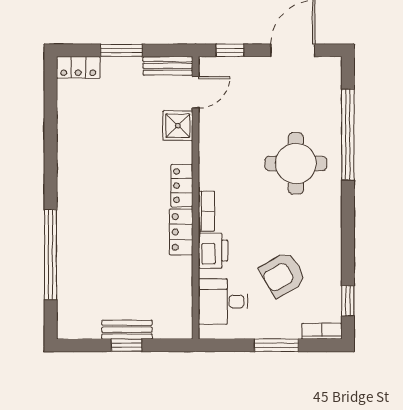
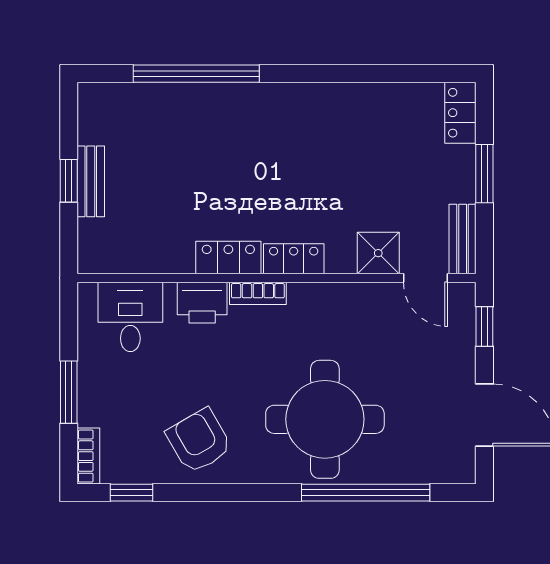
round table: (296, 163) -> (325, 419), width x1.36, depth x1.36
armchair: (283, 275) -> (199, 441), moved

